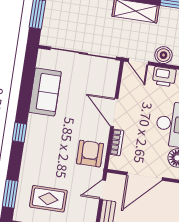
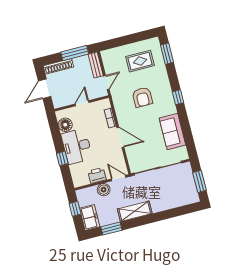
armchair: (90, 154) -> (142, 97), moved
door: (145, 176) -> (82, 103), width x0.53

